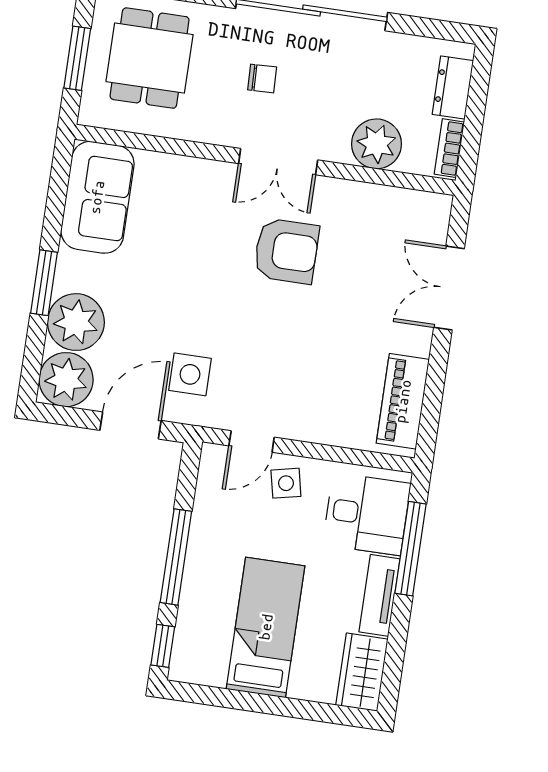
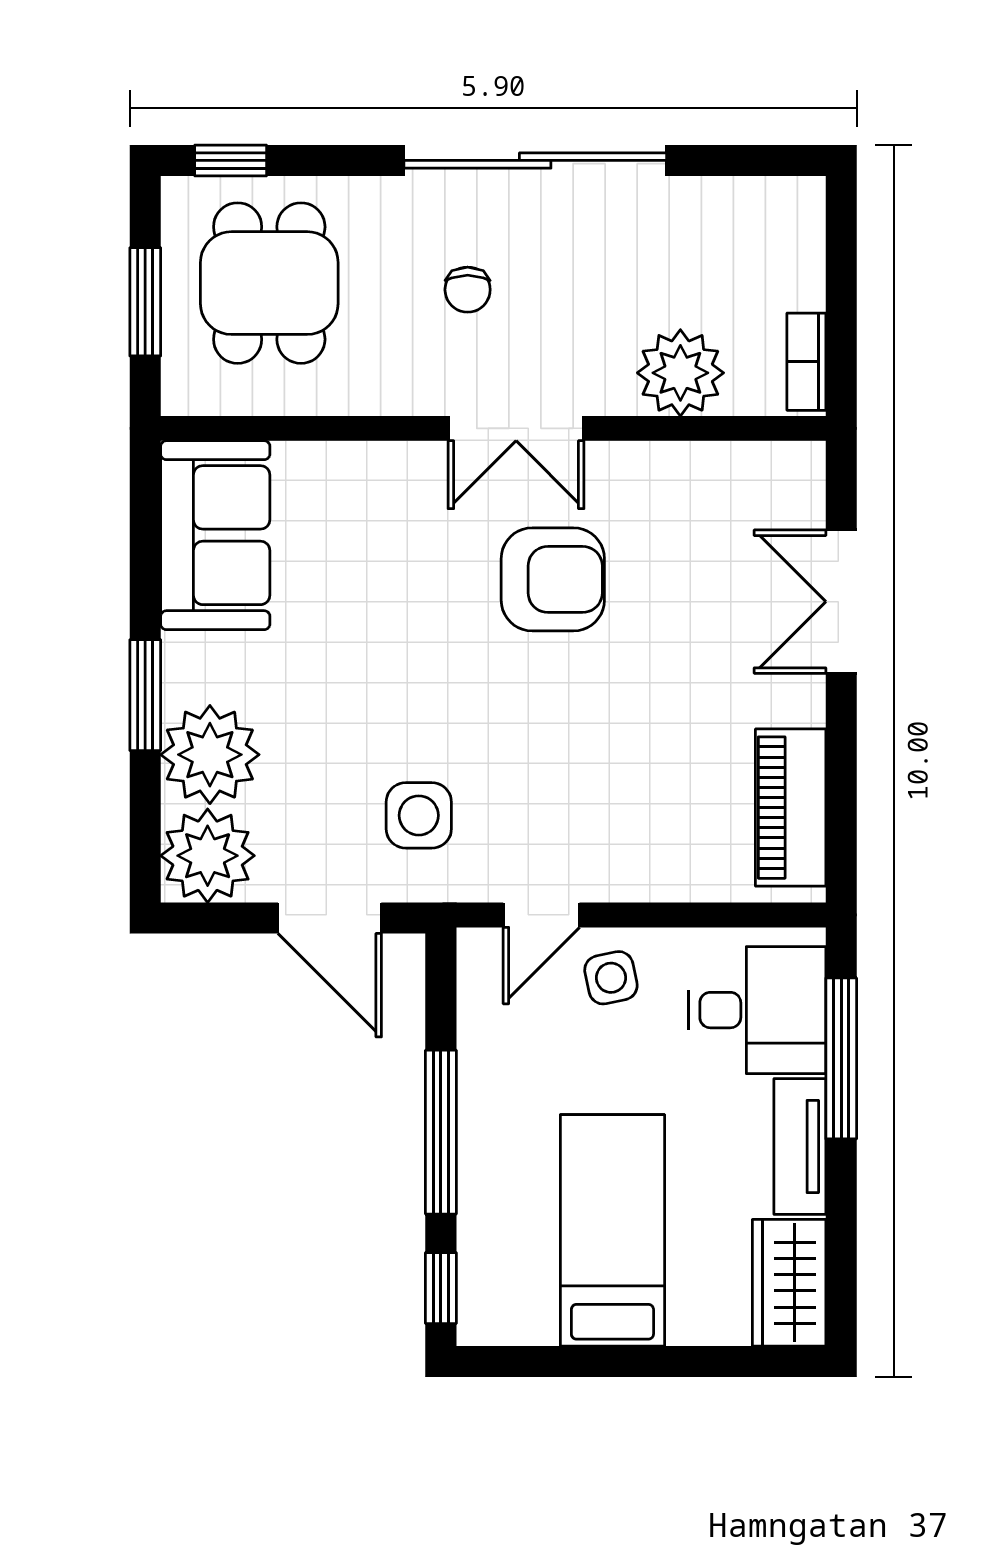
chair: (262, 78) -> (468, 290), turned 92
dresser: (453, 87) -> (797, 257), removed
door: (130, 425) -> (330, 918), swing flipped

